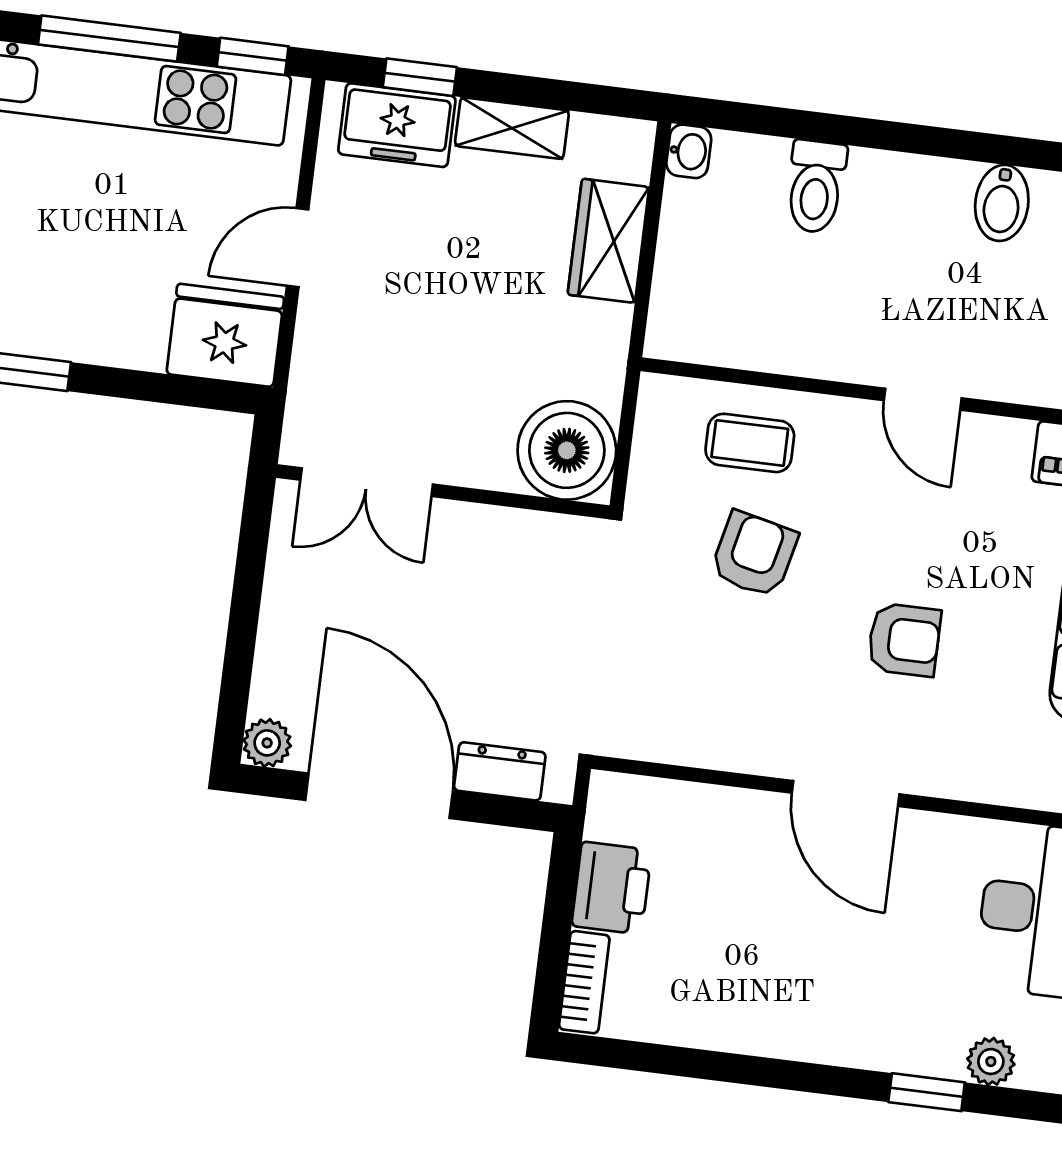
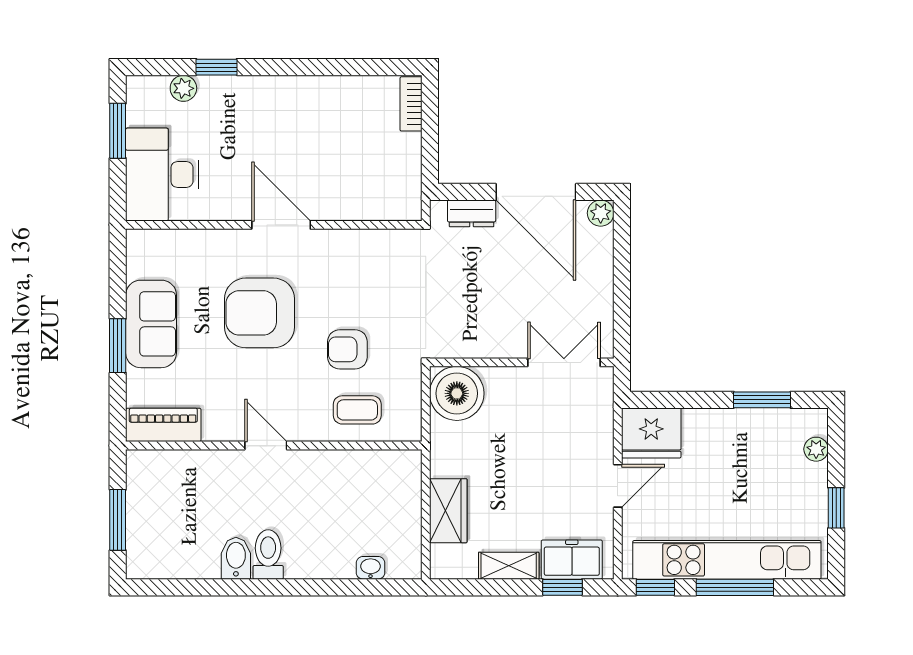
washbasin: (689, 151) -> (371, 568), moved, turned 90
toilet: (816, 187) -> (268, 554), moved
armchair: (754, 554) -> (347, 349), turned 77
armchair: (904, 640) -> (260, 313), width x1.88, depth x1.88
printer: (612, 888) -> (402, 157), removed

